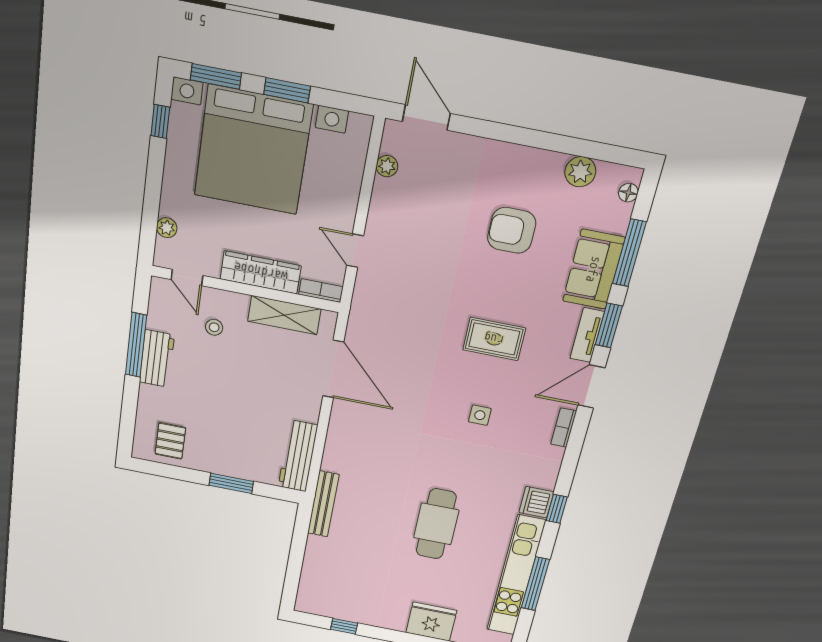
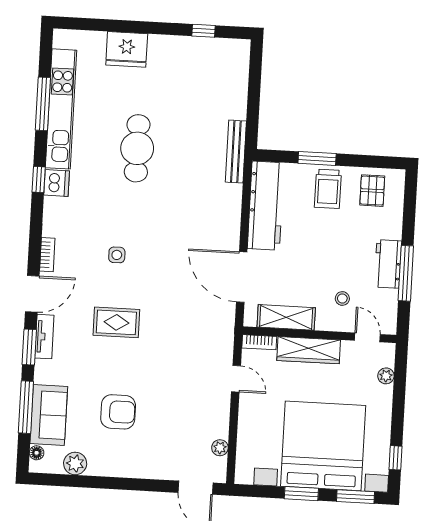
sofa: (594, 269) -> (49, 415), moved
trolley: (221, 450) -> (328, 189), added
workbench: (298, 456) -> (266, 206), width x1.36, depth x1.32

